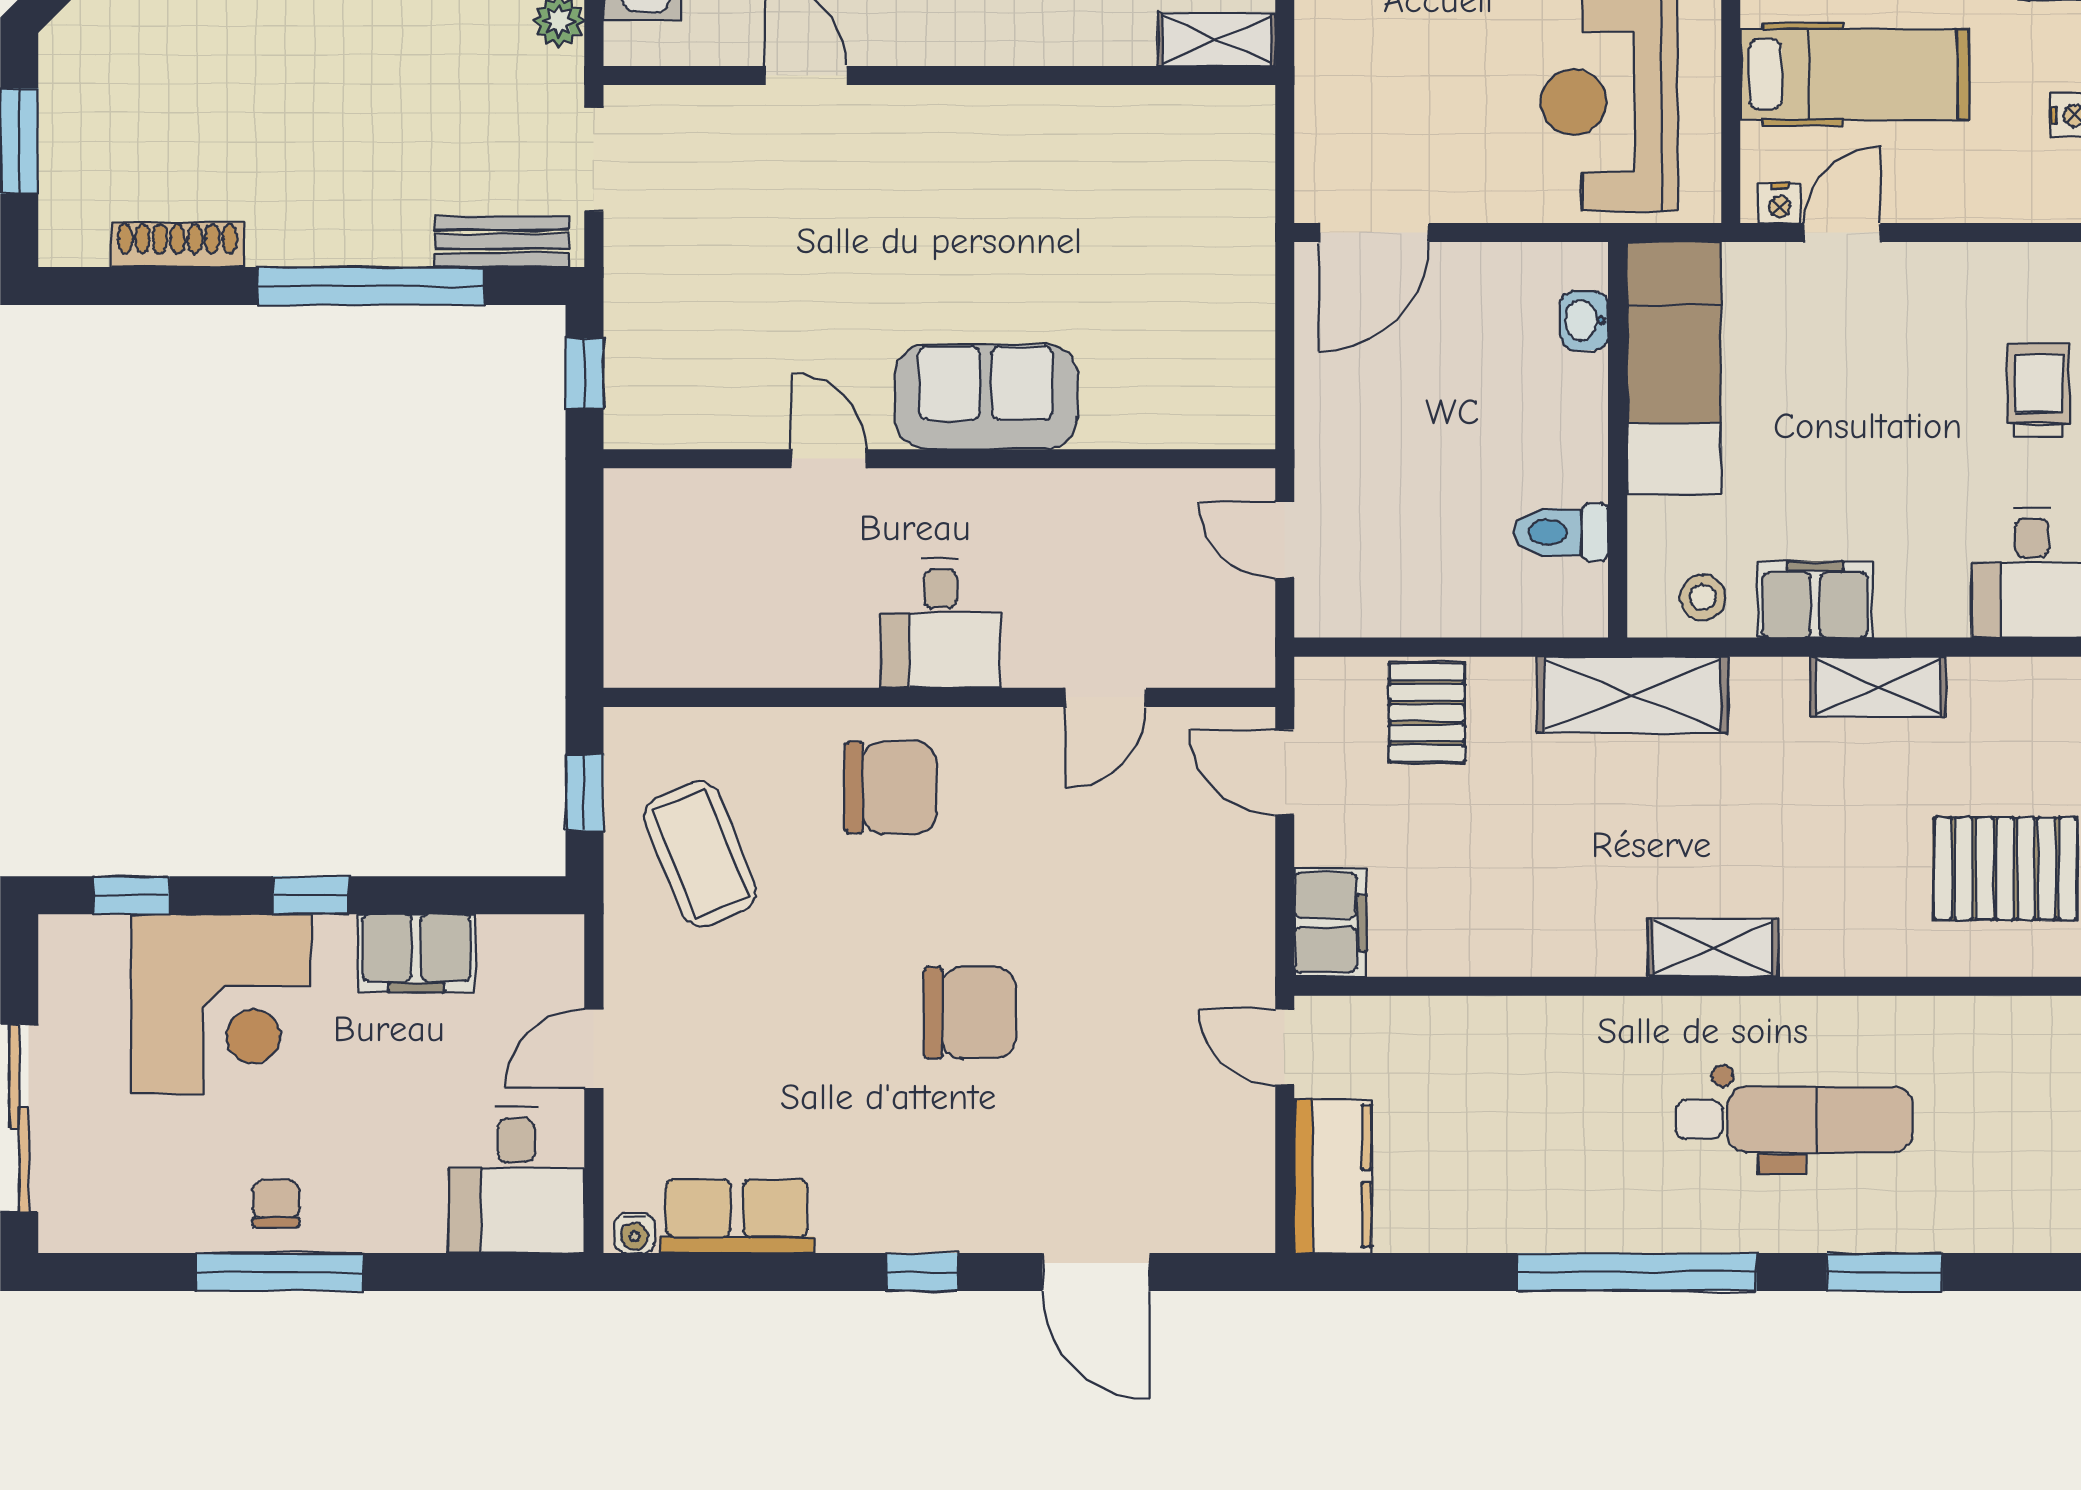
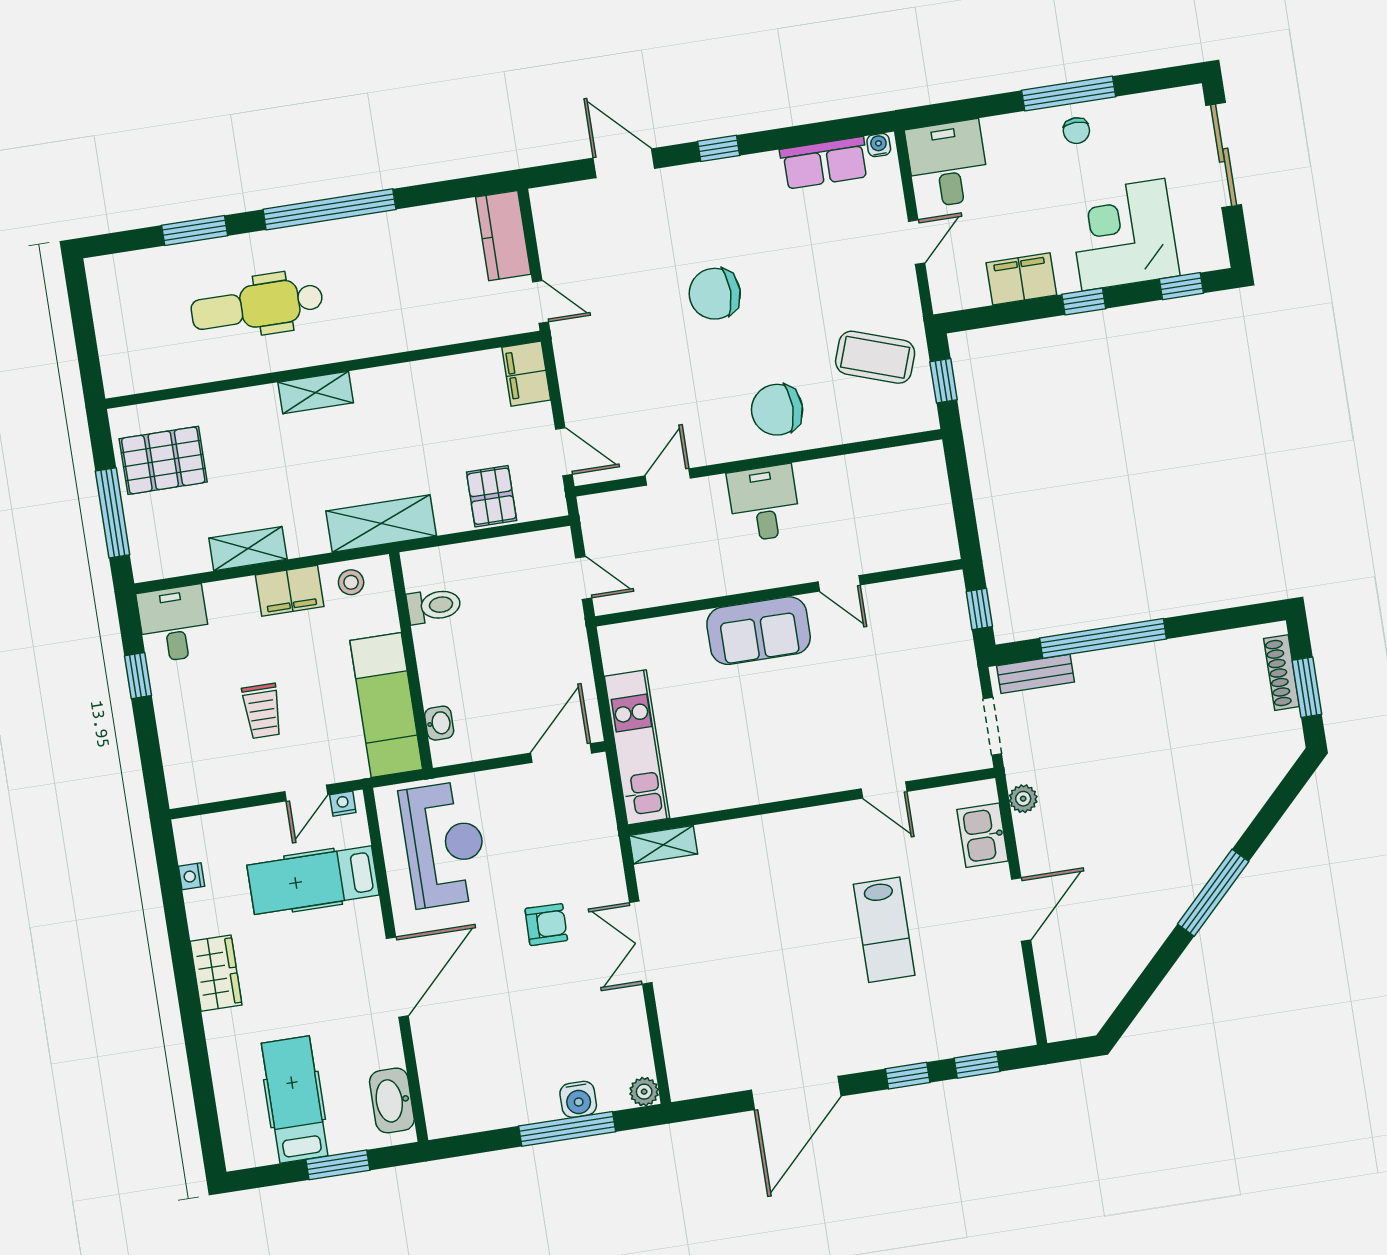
kitchen unit: (1237, 222) -> (637, 747), added
shoe rack: (177, 245) -> (1282, 673), moved, turned 90
trolley: (2039, 390) -> (262, 711), moved
coffee table: (700, 854) -> (875, 357), turned -49

